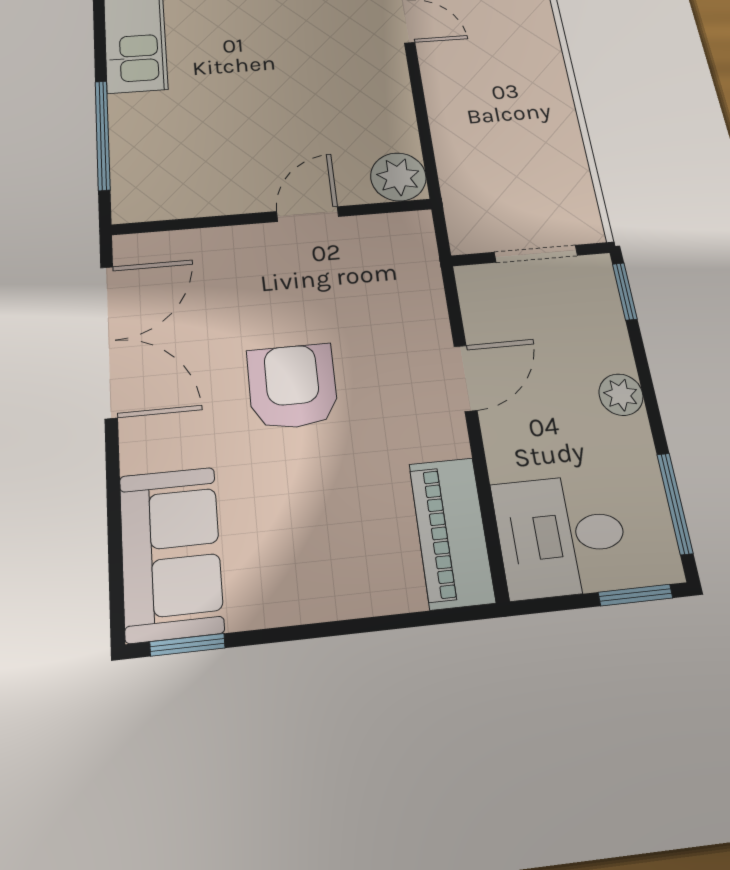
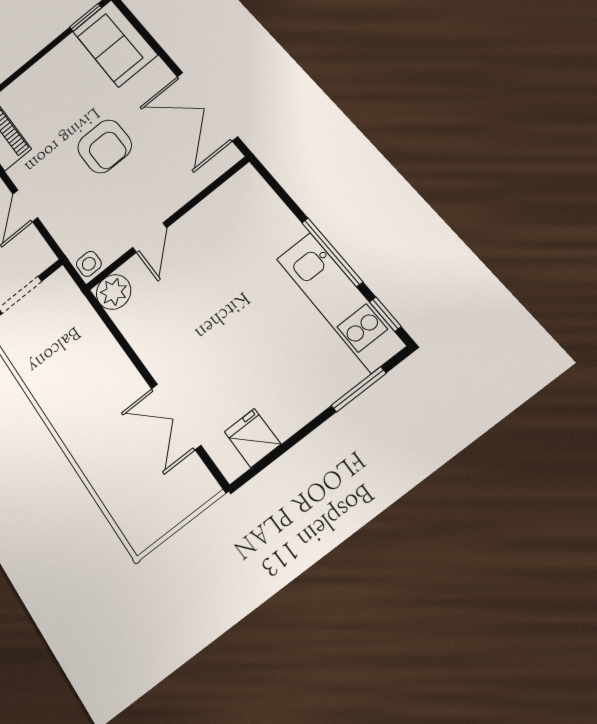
window: (103, 135) -> (332, 252), moved
side table: (412, 233) -> (89, 264), added

